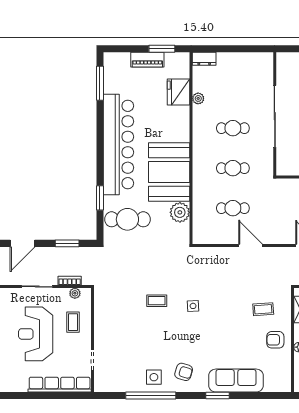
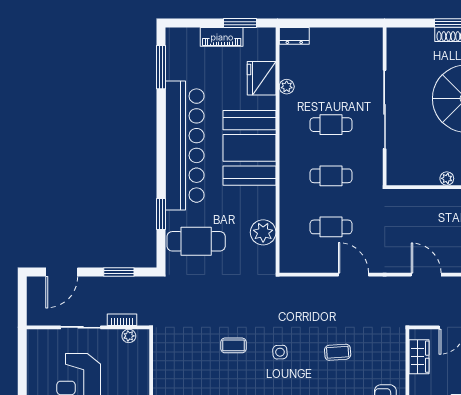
booth: (169, 172) -> (249, 148), moved
coffee table: (263, 309) -> (338, 352), moved
coffee table: (73, 322) -> (126, 373), removed

